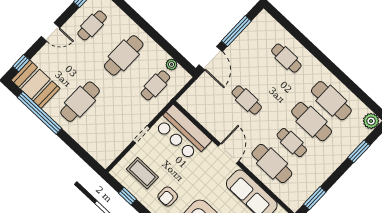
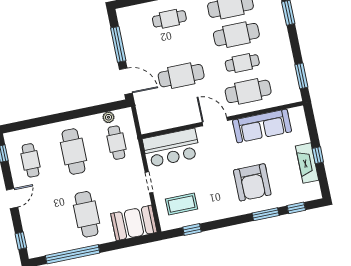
booth: (35, 84) -> (134, 223), moved
cafe table: (247, 100) -> (181, 76), width x1.37, depth x1.35
armchair: (168, 196) -> (215, 197), removed

